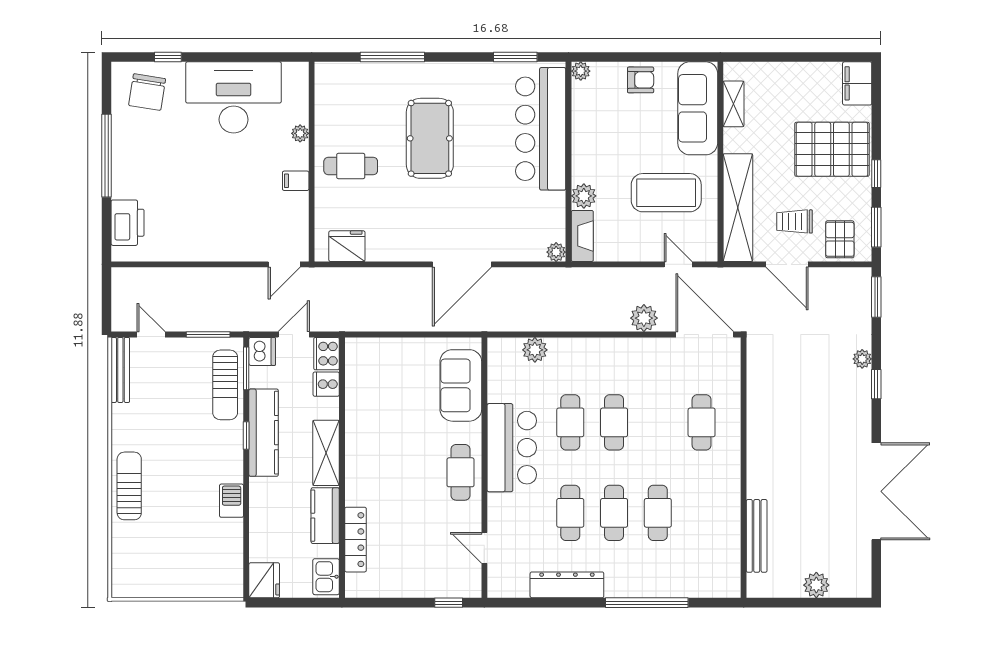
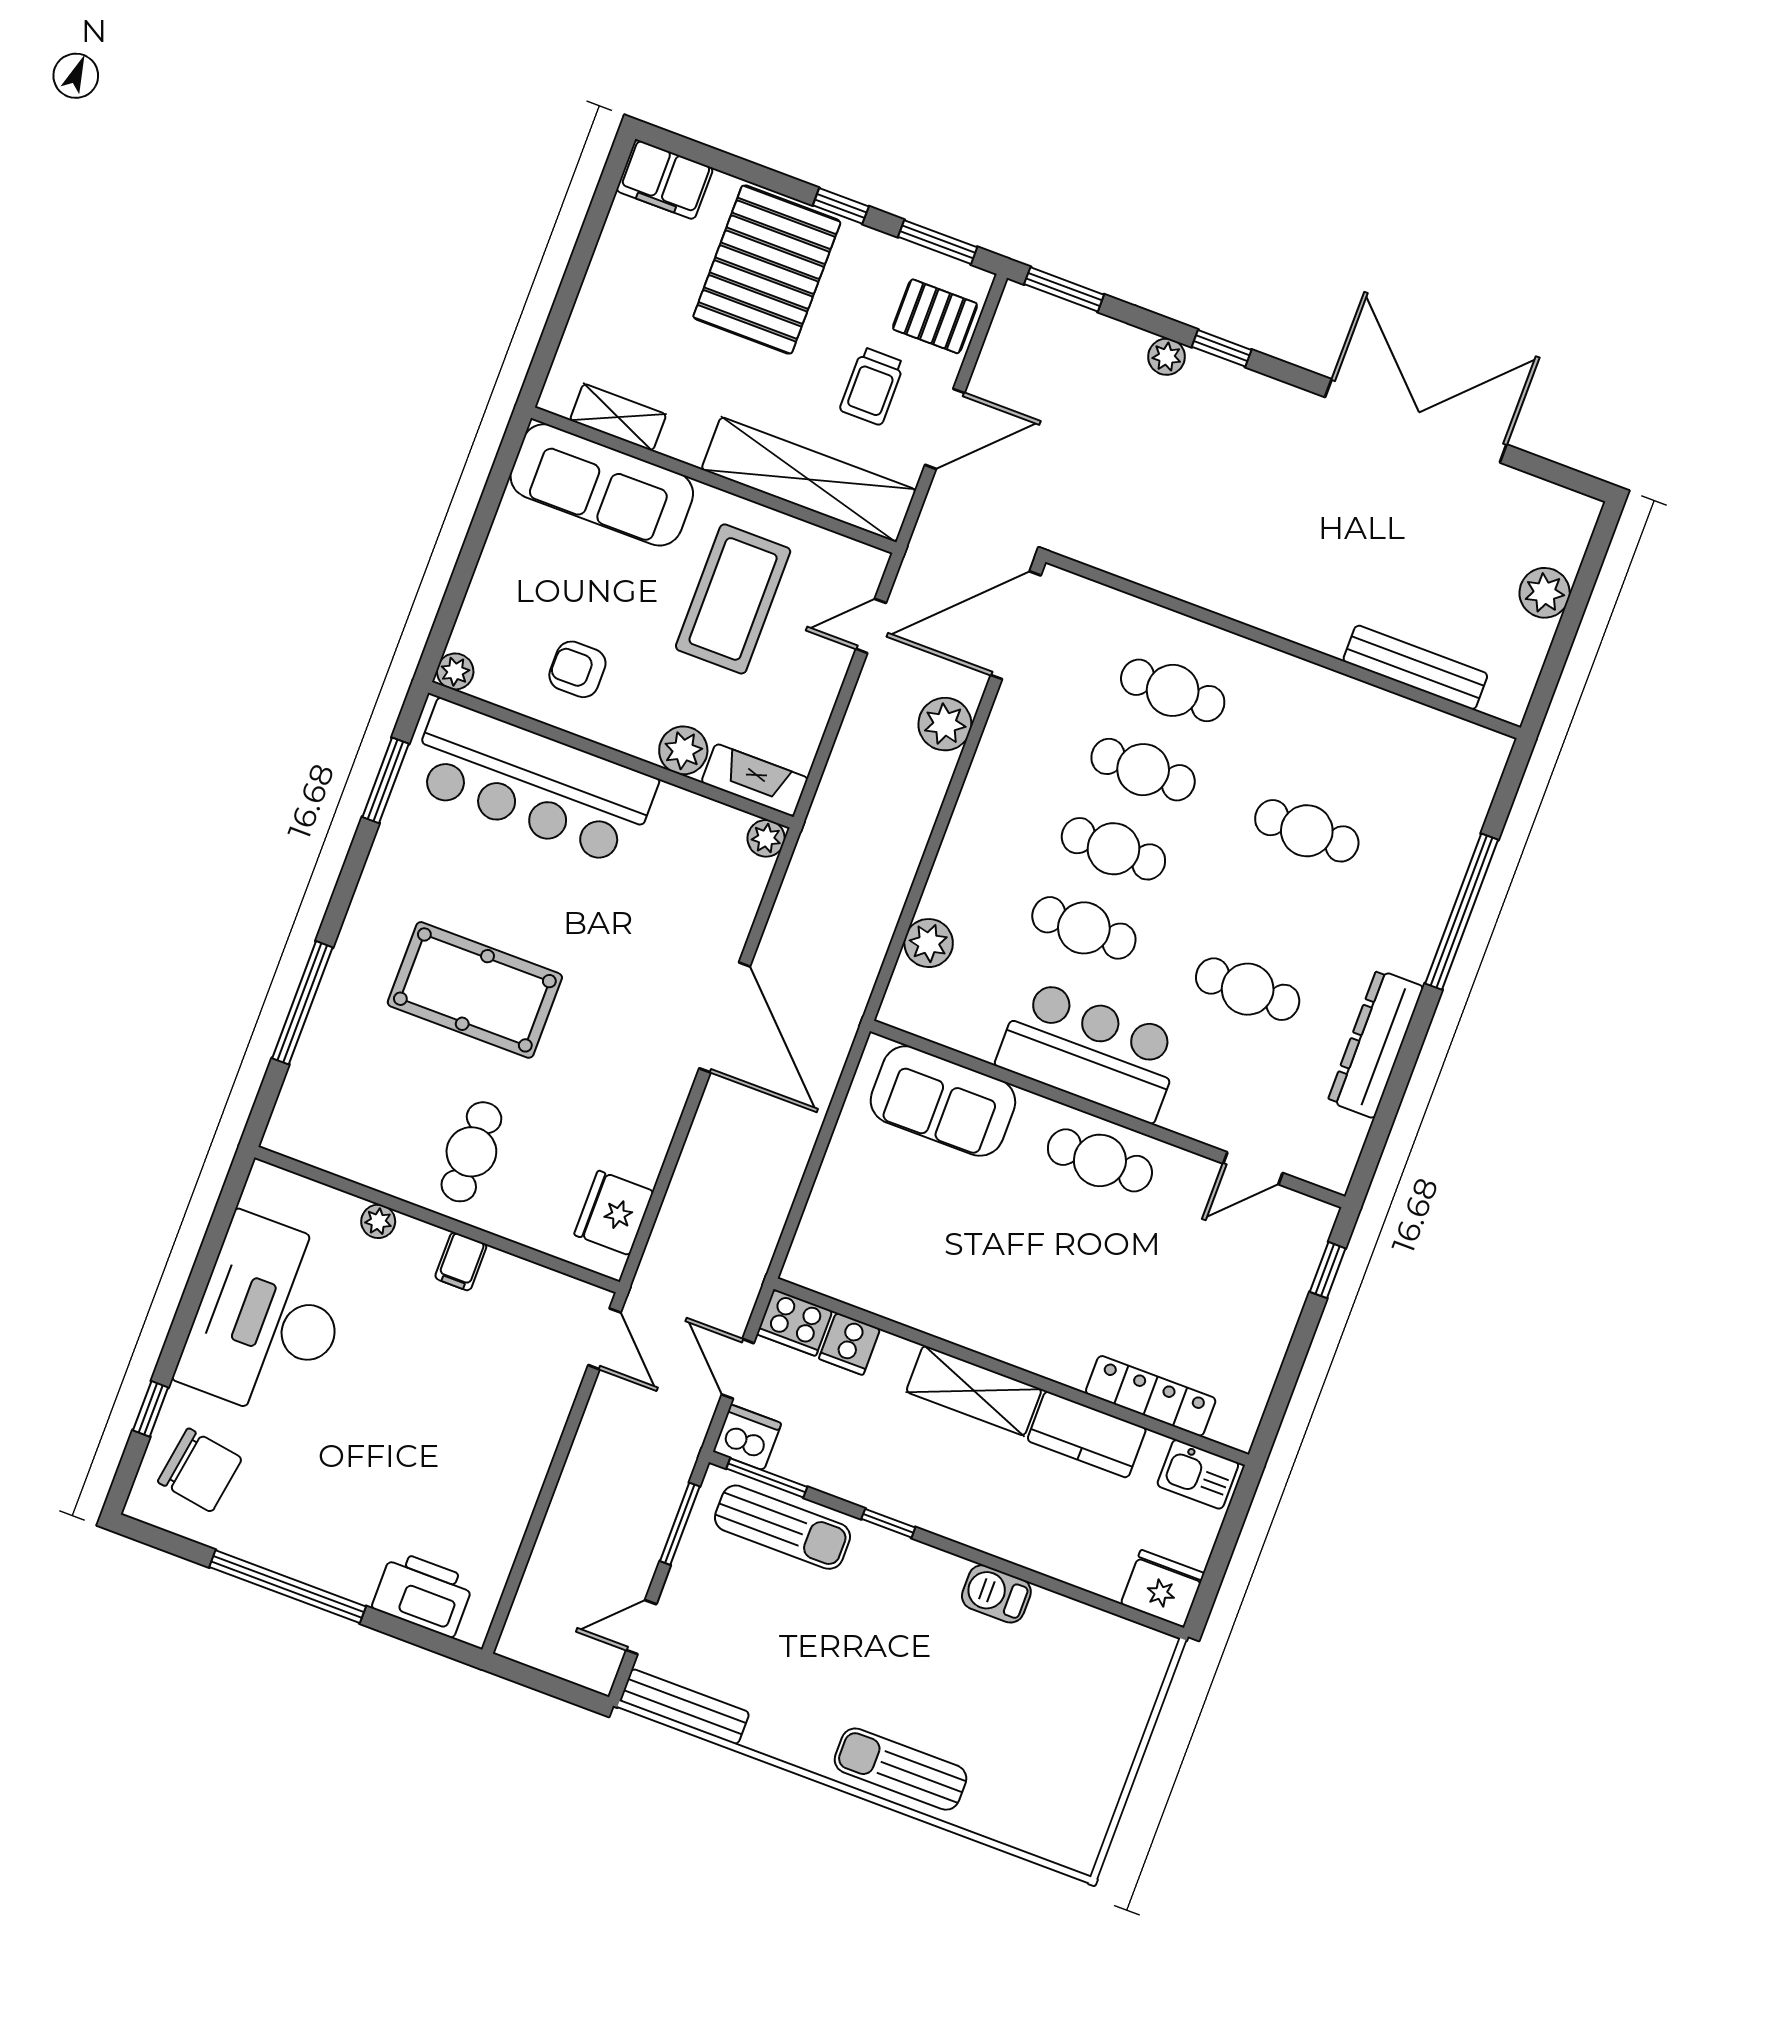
armchair: (641, 80) -> (577, 669), moved, turned -90
kitchen counter: (264, 433) -> (895, 1490), removed
cafe table: (614, 513) -> (1143, 770), moved

